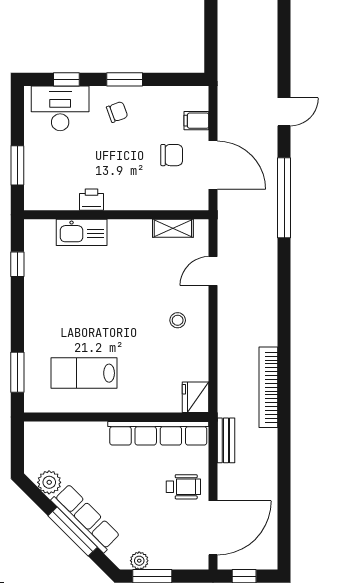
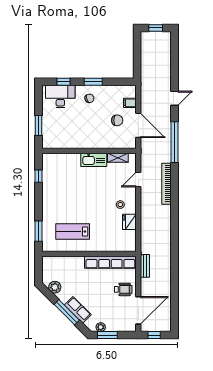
printer: (91, 200) -> (76, 143), removed
kitchen sink: (82, 232) -> (94, 160), moved
bookcase: (268, 387) -> (167, 184), moved
fridge: (195, 397) -> (129, 222), moved
row of seats: (86, 518) -> (78, 310), width x0.68

